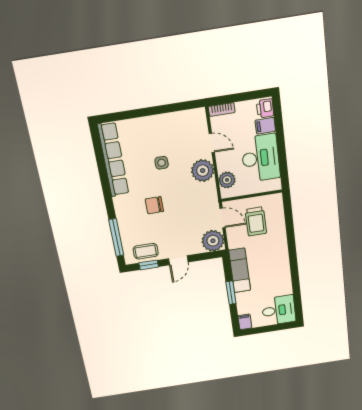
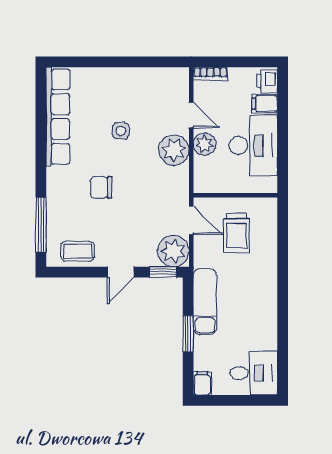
plant: (227, 180) -> (205, 144), moved
window: (149, 265) -> (163, 272), moved

